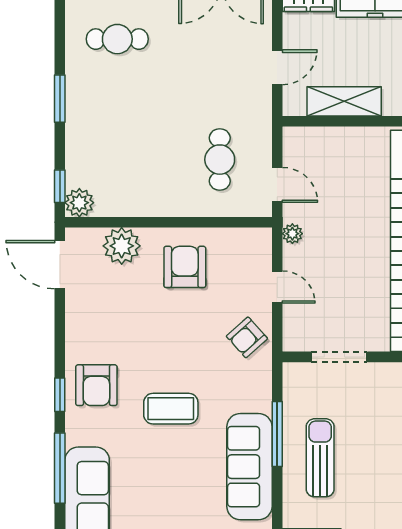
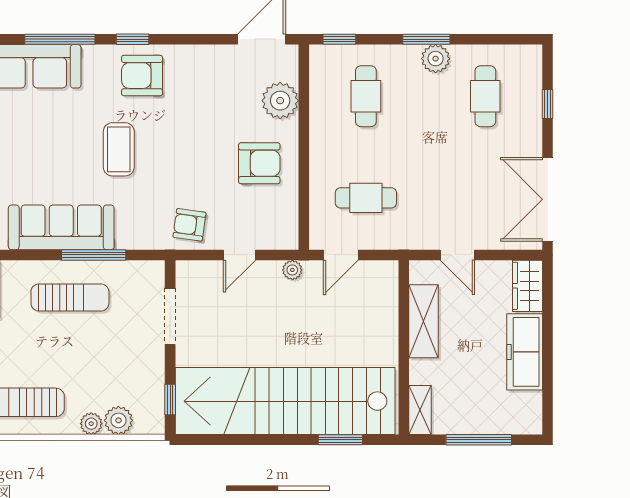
cafe table: (117, 160) -> (366, 96), added
plant: (79, 203) -> (436, 59), moved
armchair: (247, 337) -> (189, 225), turned -40

